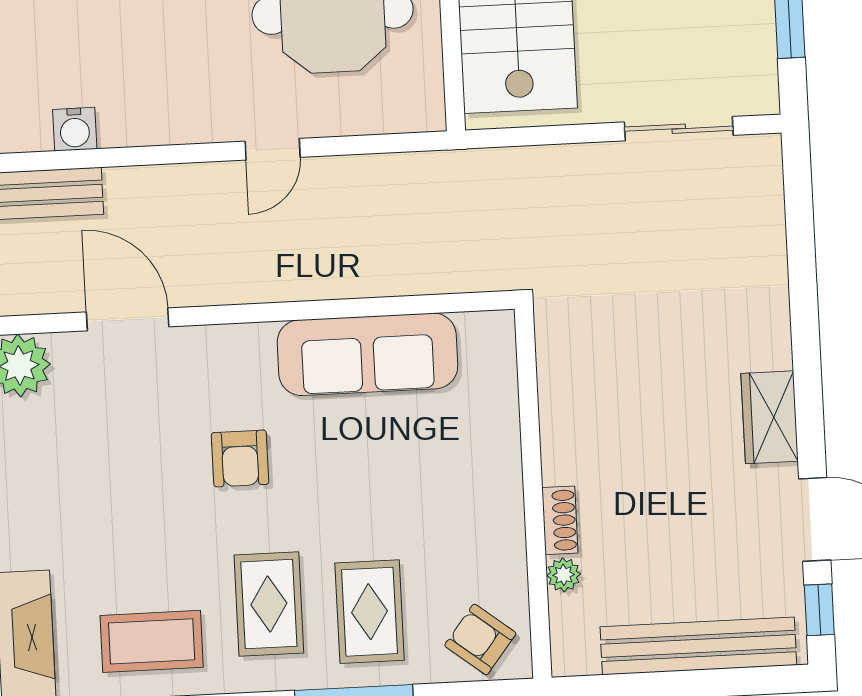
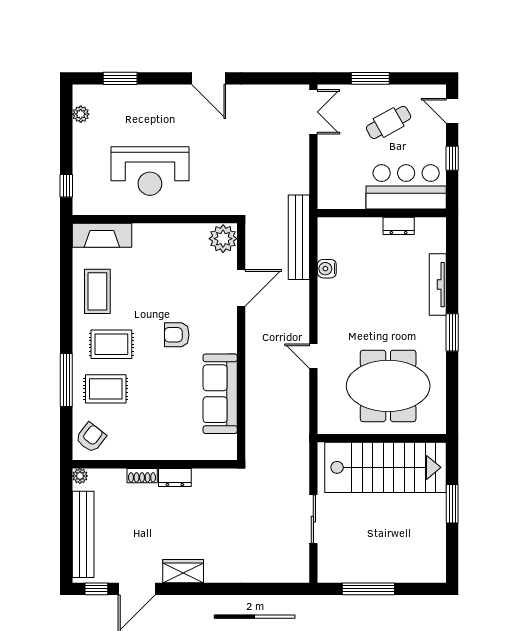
sliding door: (679, 129) -> (313, 519), moved
dresser: (560, 446) -> (175, 477), added
plant: (564, 575) -> (80, 476), moved

